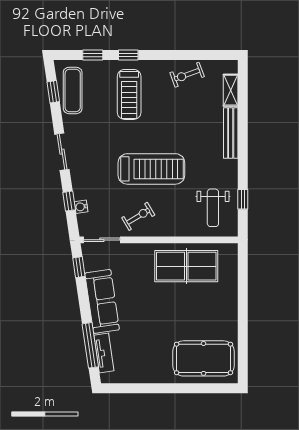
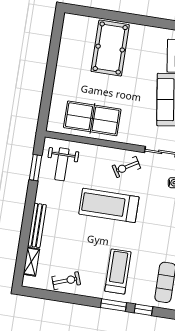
window: (128, 55) -> (113, 305), width x1.50
window: (243, 199) -> (36, 168), width x1.50
weight bench: (213, 208) -> (62, 164), turned 180
pool table: (204, 358) -> (110, 48), moved, turned 90

